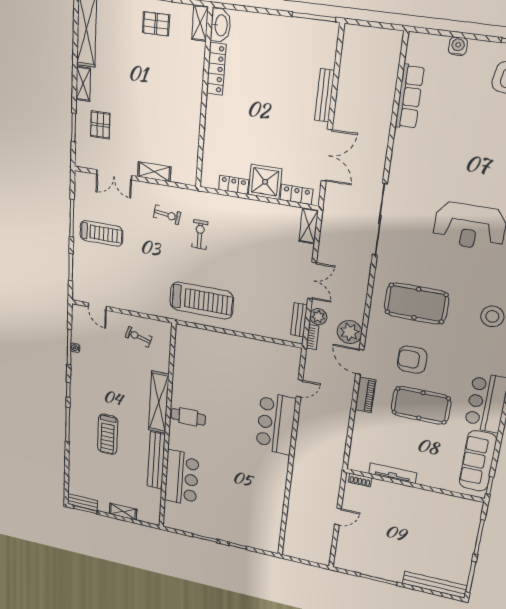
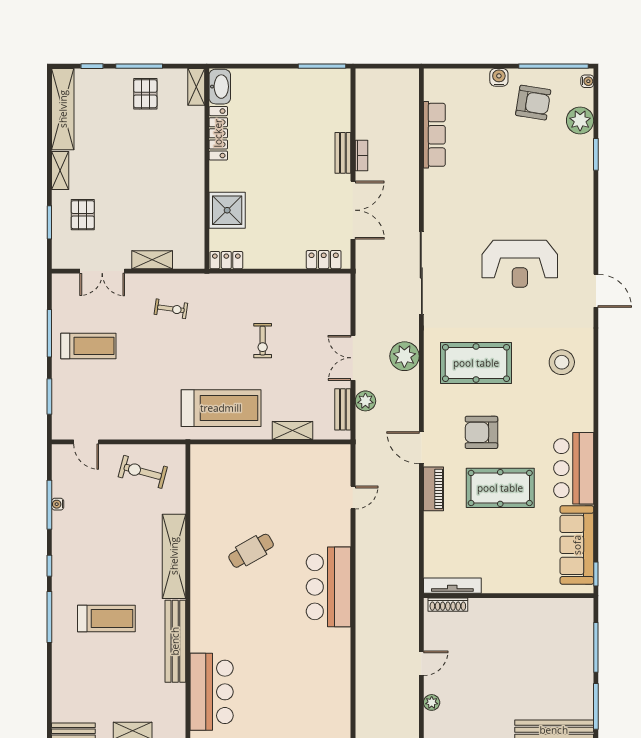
pallet: (156, 24) -> (145, 94), turned 90
water cooler: (458, 46) -> (499, 77), moved
bench: (325, 95) -> (343, 153), width x0.73
shower: (265, 182) -> (227, 210), moved
locker: (234, 185) -> (226, 260), moved
shelving: (309, 226) -> (293, 431), moved, turned 90
exercise bike: (200, 234) -> (263, 341), moved, turned 180
double door: (312, 281) -> (353, 358), swing flipped
plant: (350, 332) -> (404, 356), moved
exercise bike: (139, 337) -> (143, 472), width x1.38, depth x1.39
bookcase: (312, 337) -> (361, 156), moved
cafe table: (188, 417) -> (251, 551), moved, turned -30
bar counter: (276, 424) -> (329, 587), moved
treadmill: (108, 434) -> (106, 619), turned -90
tv unit: (393, 473) -> (452, 586), moved
bar counter: (182, 478) -> (212, 692), moved
shoe rack: (360, 480) -> (448, 605), width x1.43
plant: (342, 544) -> (432, 702), added

